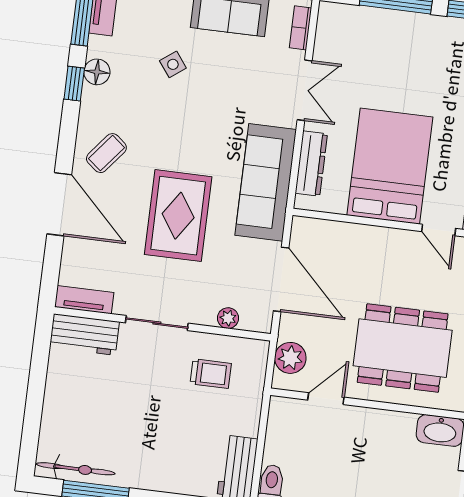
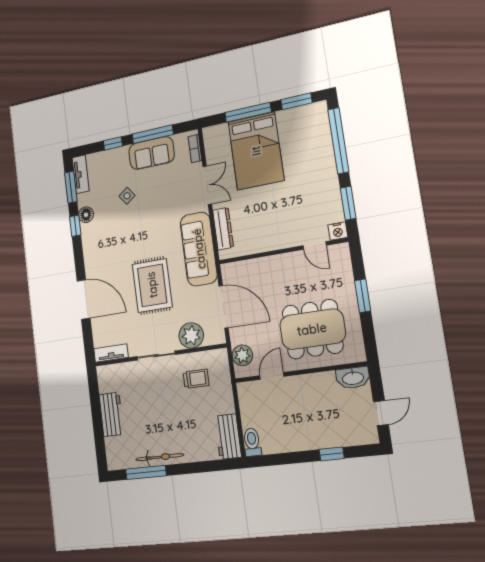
coffee table: (106, 153) -> (102, 261), removed
bed: (390, 166) -> (256, 151), moved, turned 180
plant: (228, 318) -> (191, 335), width x1.88, depth x1.88
workbench: (84, 335) -> (111, 414), moved, turned -90
bicycle: (76, 469) -> (160, 457), moved

